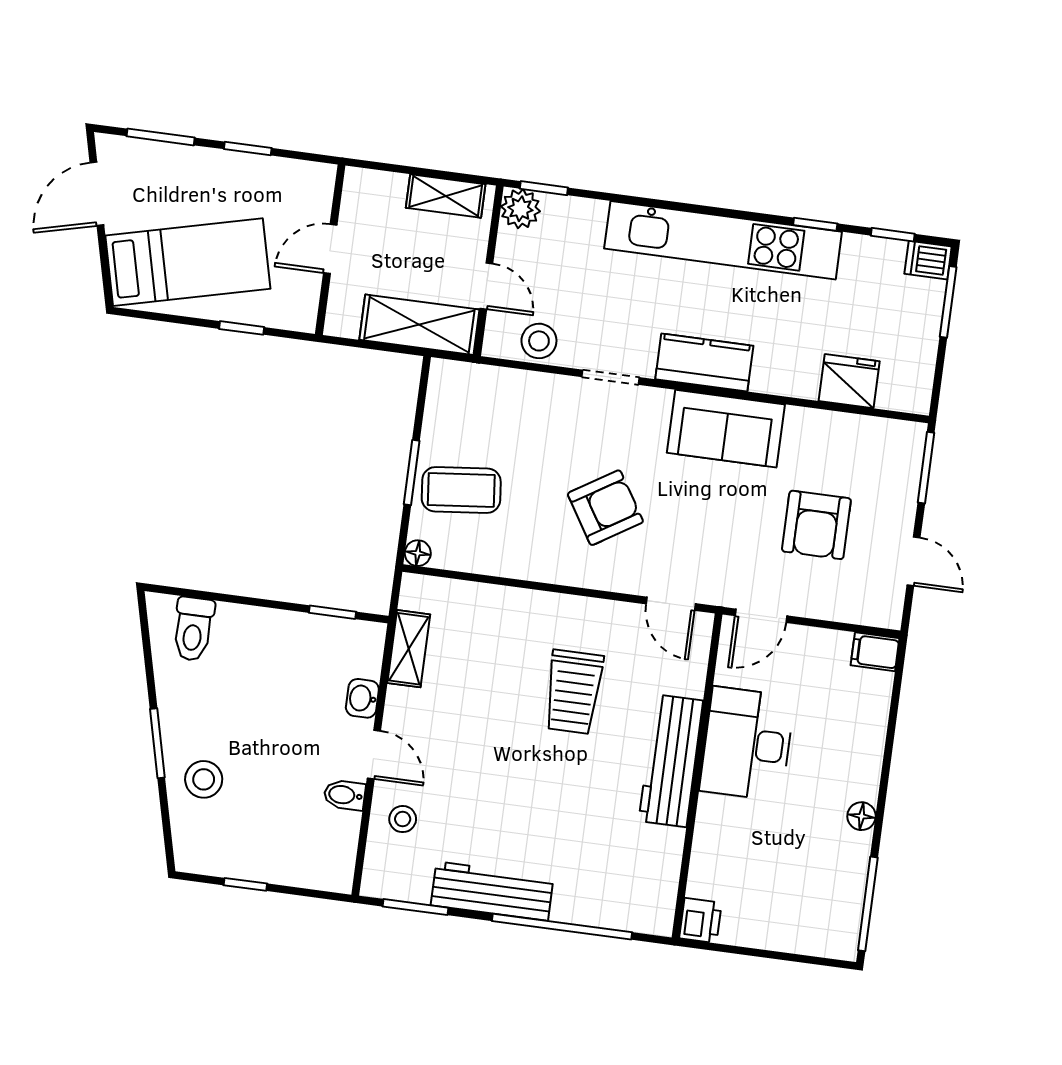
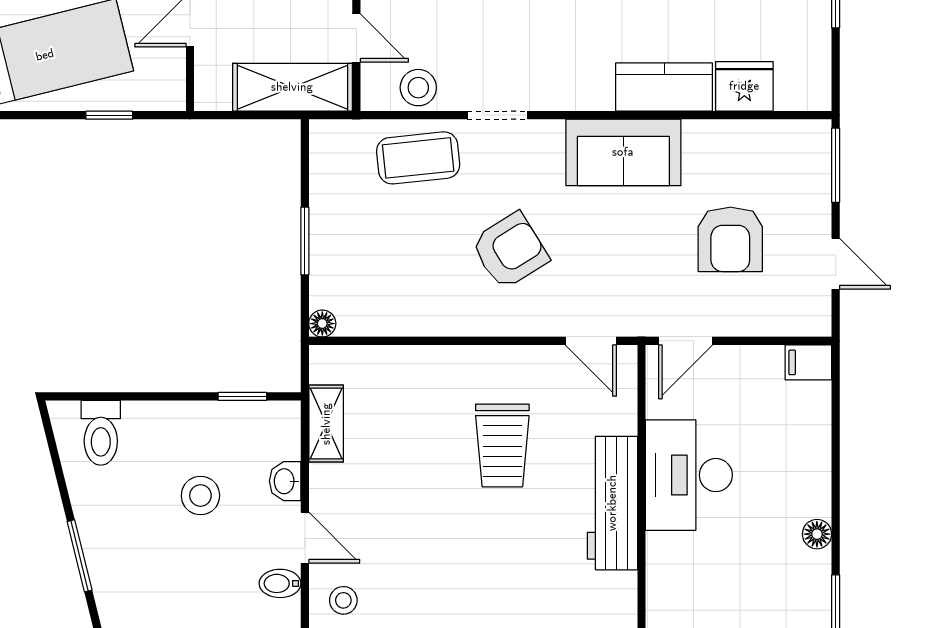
kitchen counter: (704, 362) -> (664, 87), moved
coffee table: (461, 490) -> (418, 158), moved
stool: (204, 779) -> (200, 496), moved

